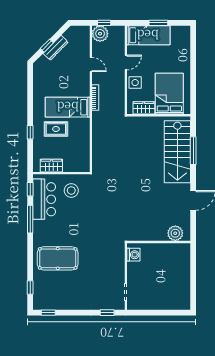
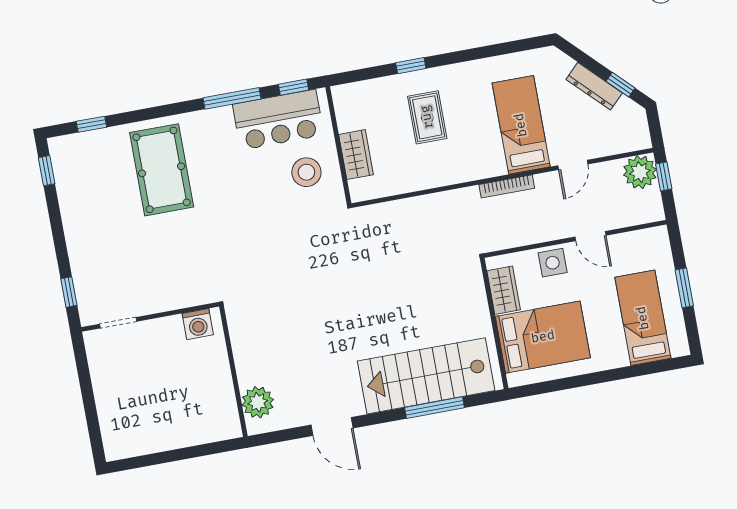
bed: (148, 35) -> (643, 318), moved, turned 180
window: (47, 46) -> (620, 85), moved
bed: (68, 107) -> (521, 125), moved
wardrobe: (51, 166) -> (356, 155), moved

